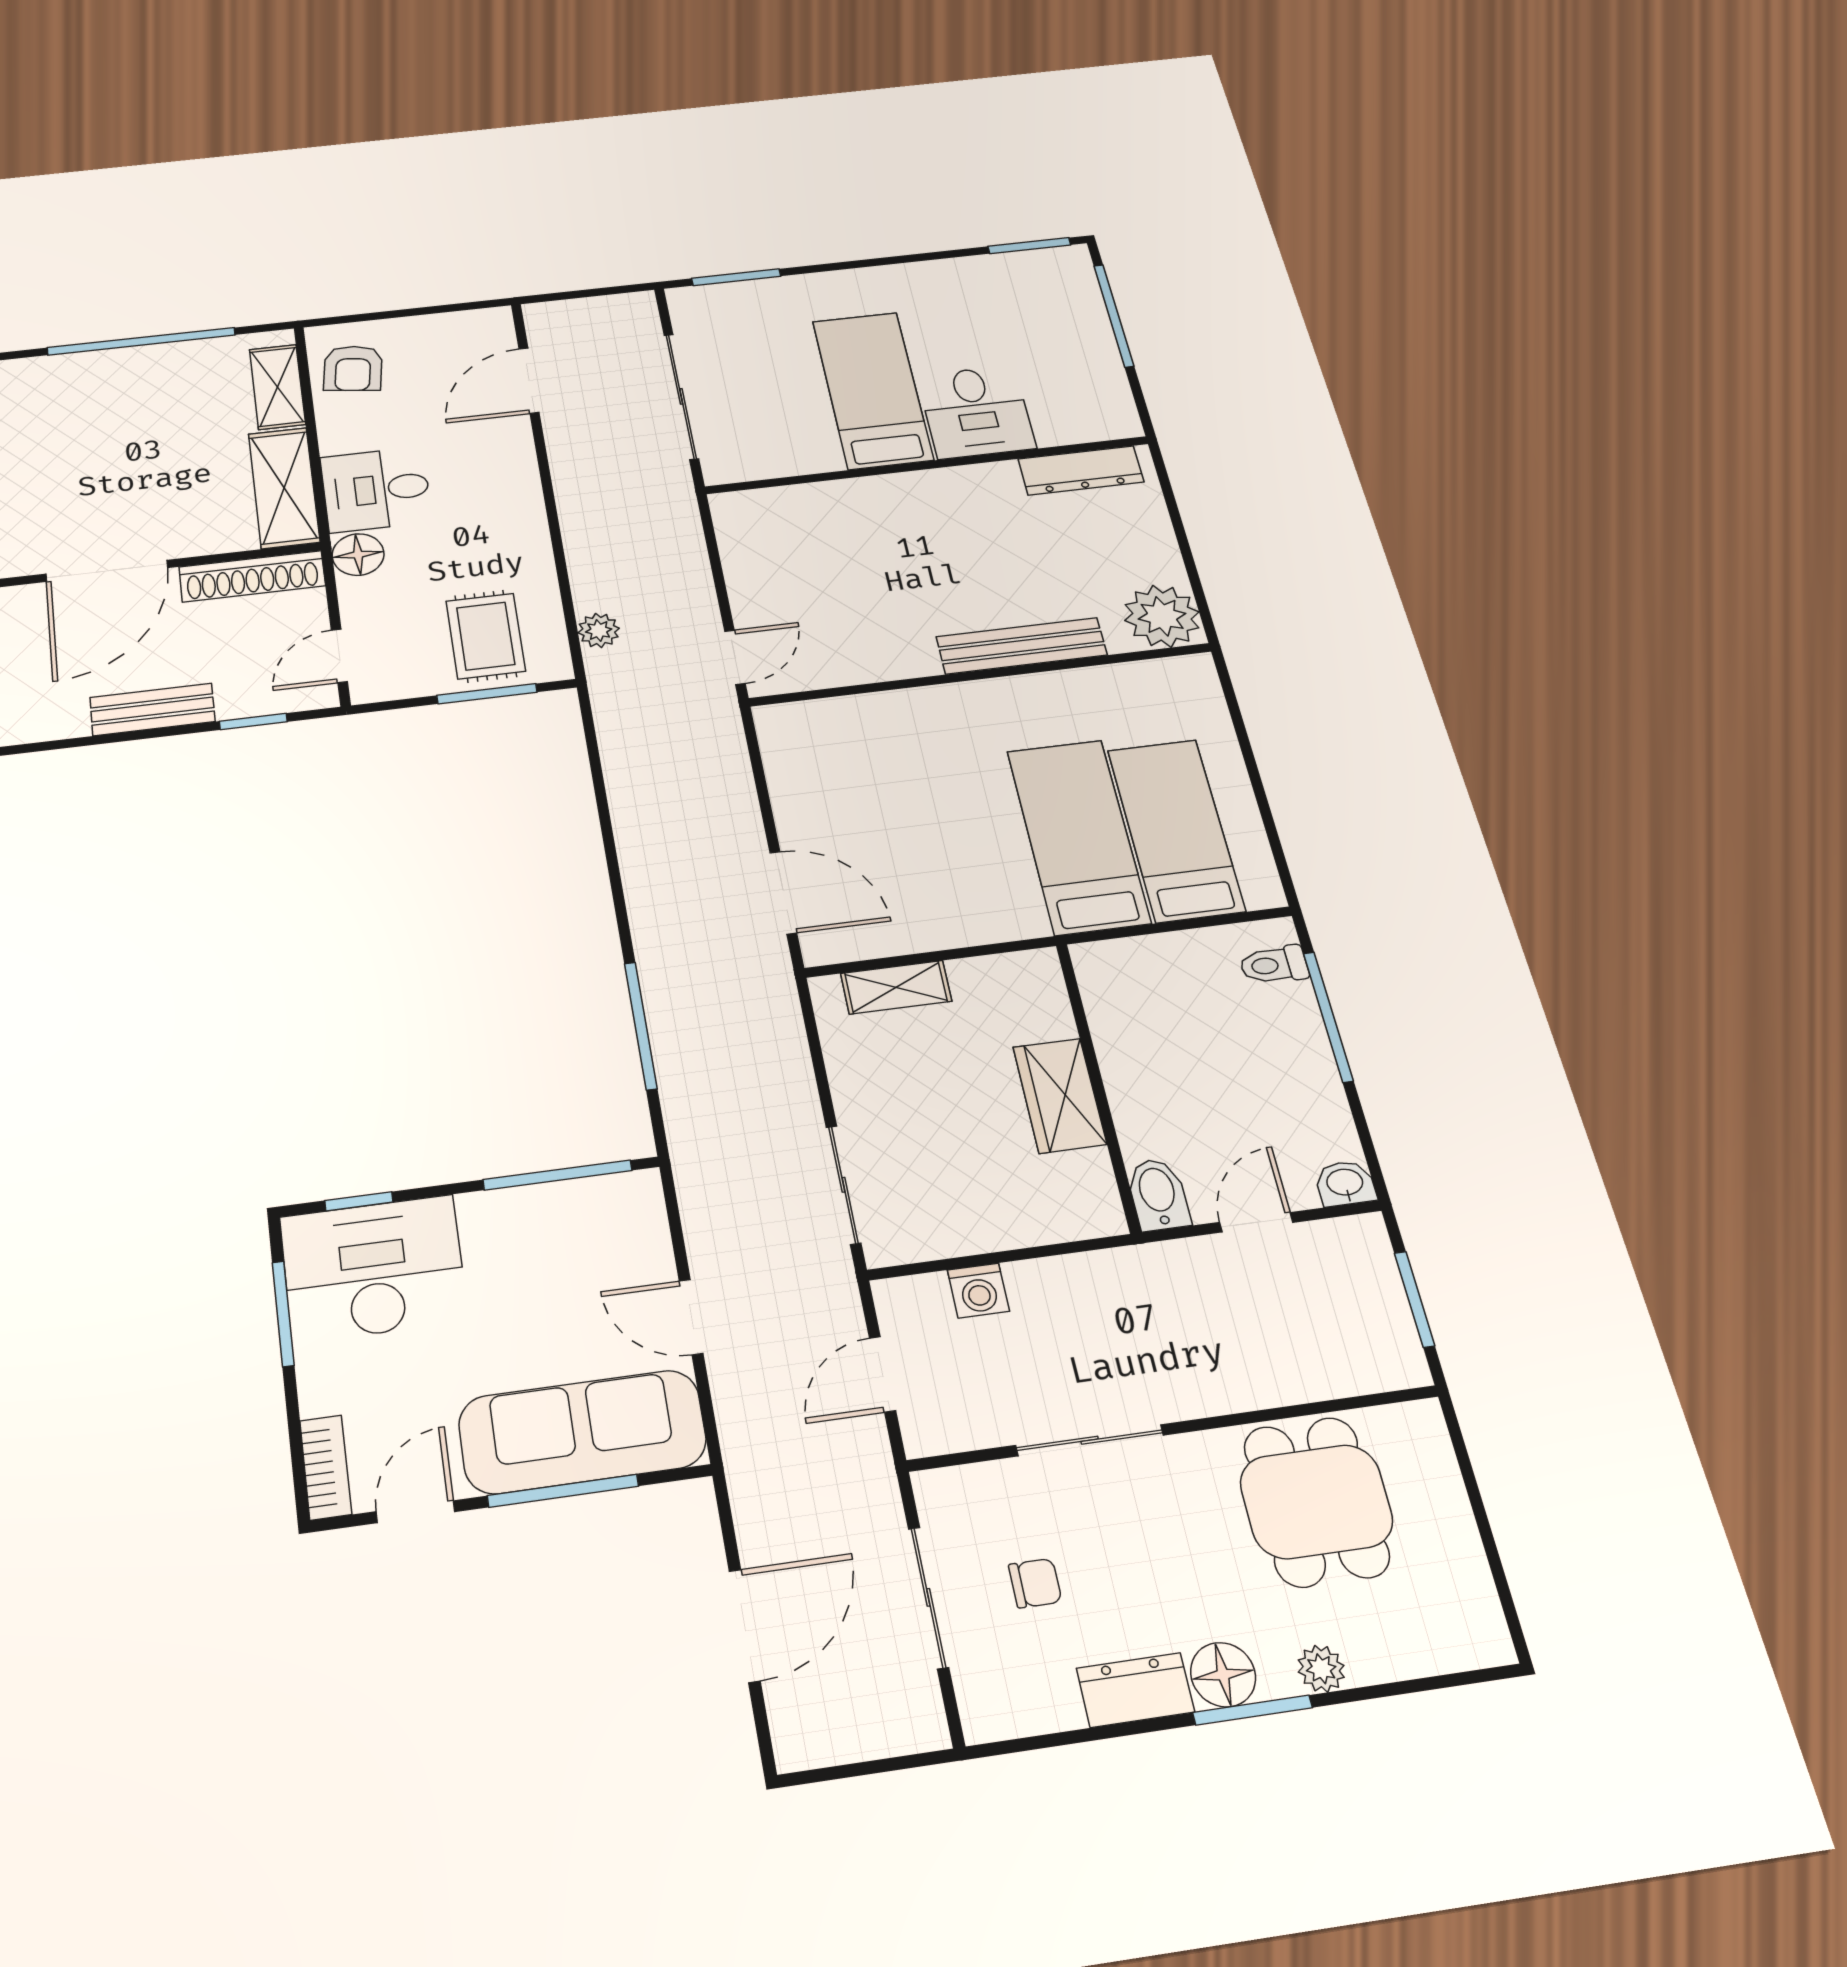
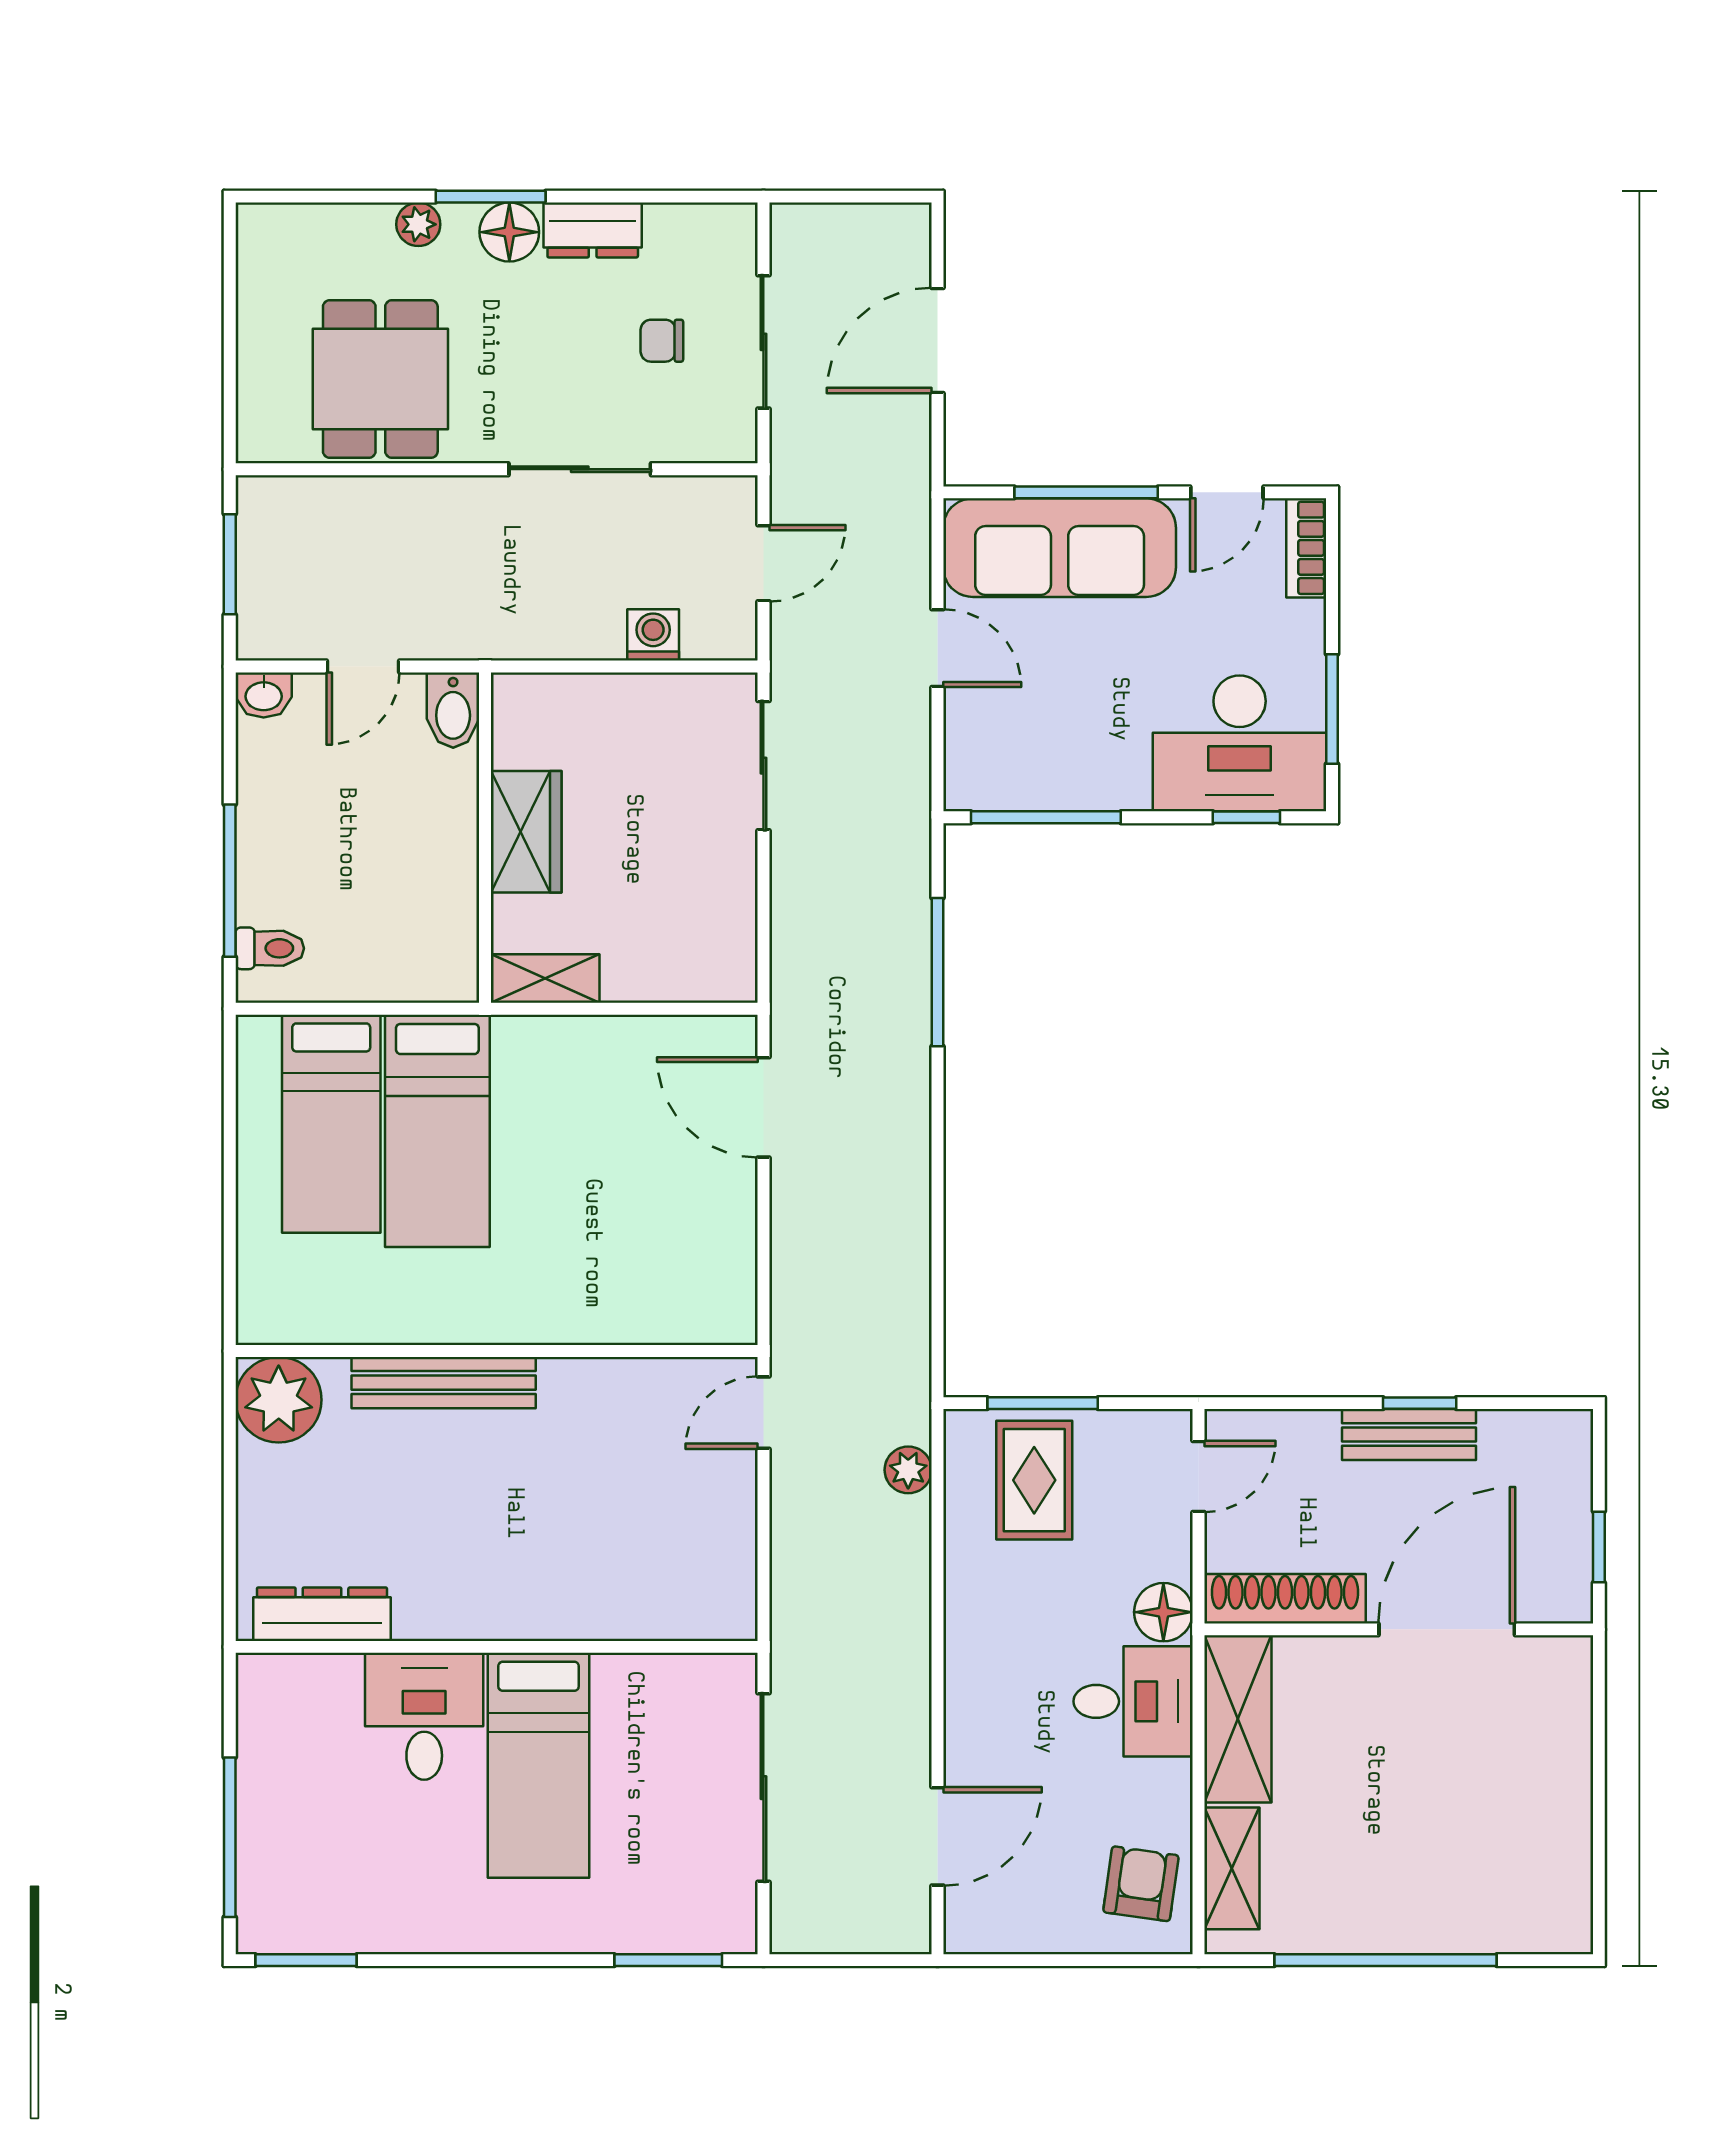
window: (253, 721) -> (1420, 1403), moved
shelving: (896, 987) -> (545, 979), moved

